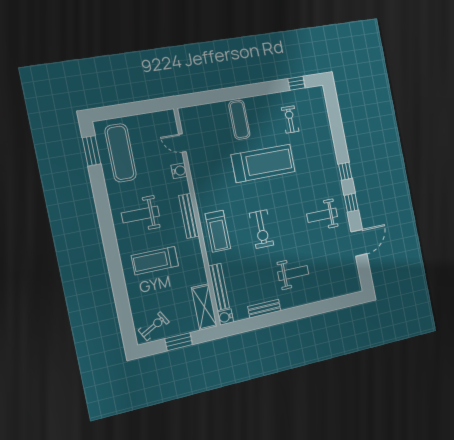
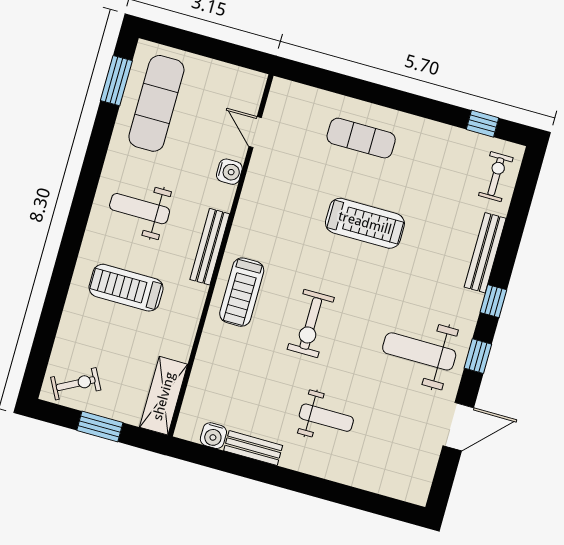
exercise bike: (290, 119) -> (496, 177), moved
exercise mat: (239, 120) -> (361, 138), turned 90
treadmill: (263, 163) -> (365, 223), width x0.73, depth x0.73
weight bench: (322, 215) -> (419, 351), width x1.36, depth x1.33
bench: (219, 287) -> (485, 253), moved
water cooler: (225, 317) -> (213, 436), moved, turned -90

